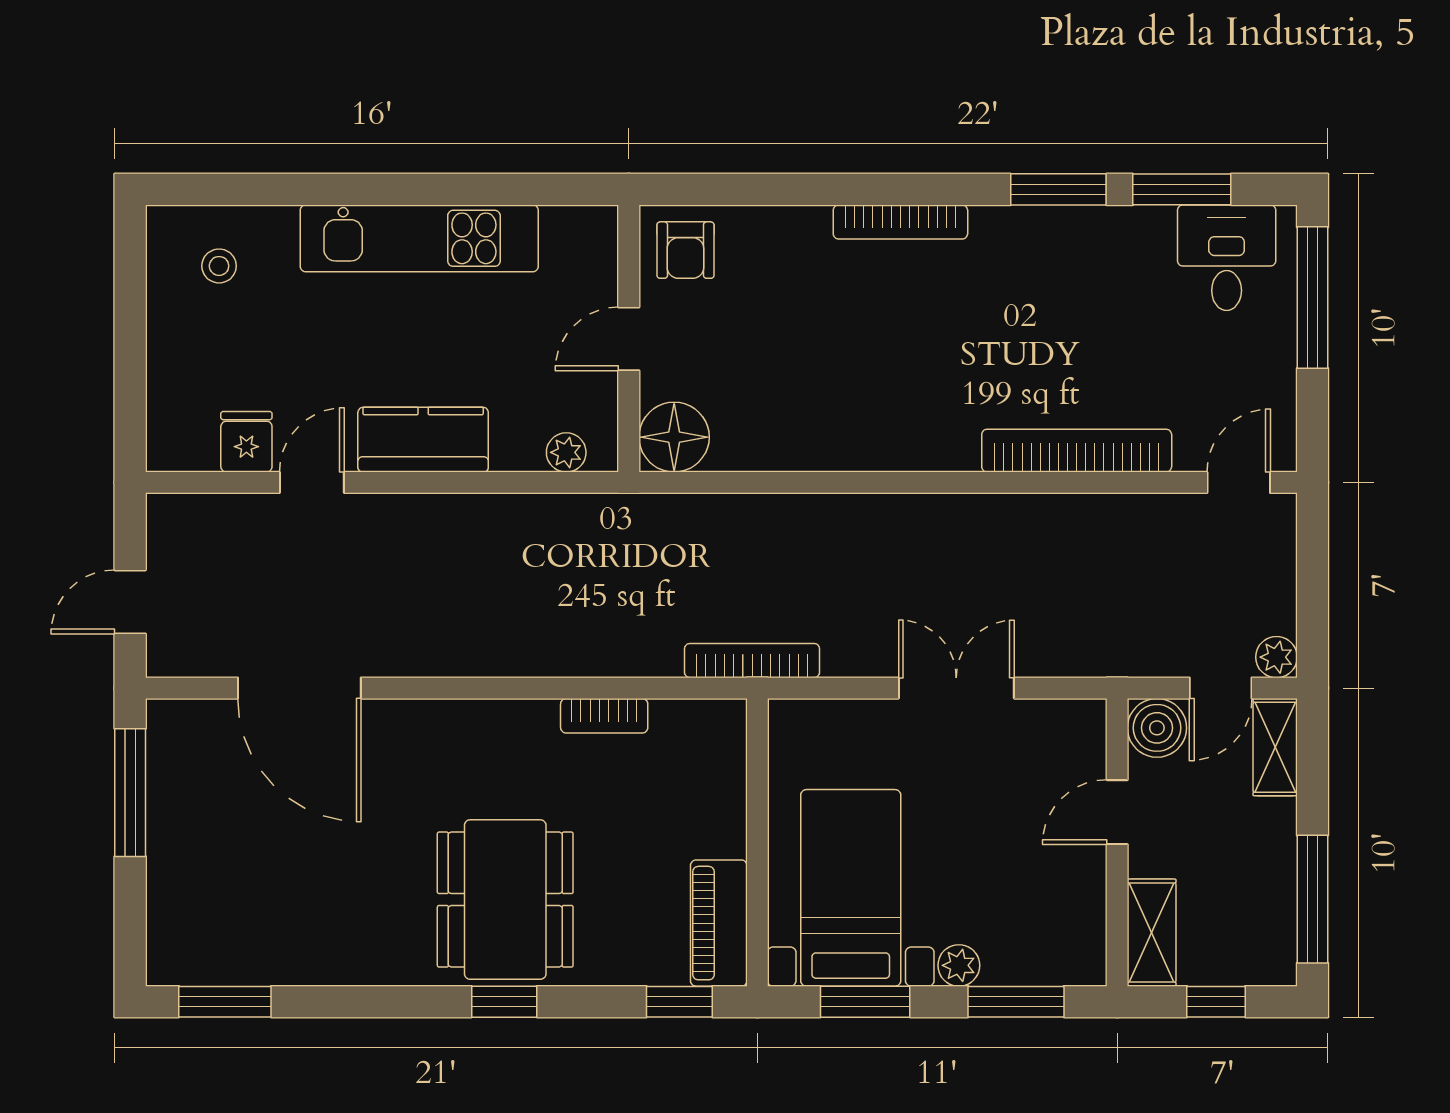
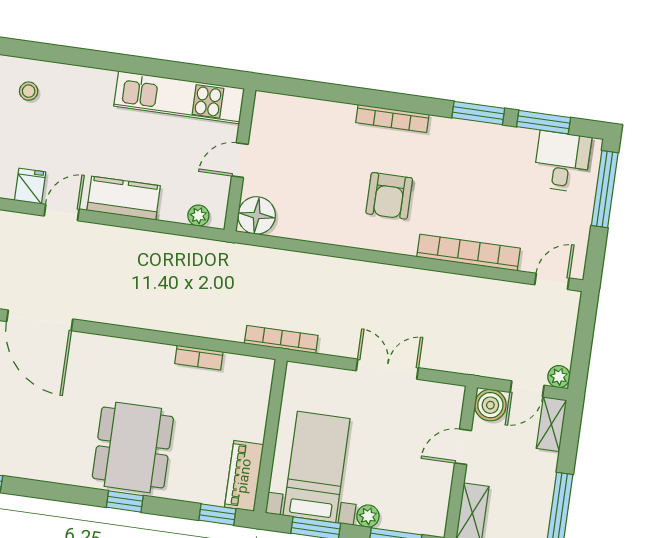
kitchen unit: (419, 238) -> (179, 97), moved
armchair: (685, 250) -> (389, 196), moved, width x1.38, depth x1.38

